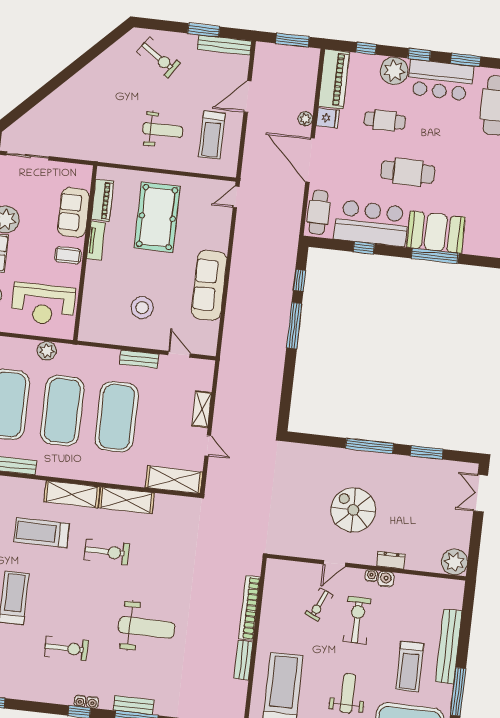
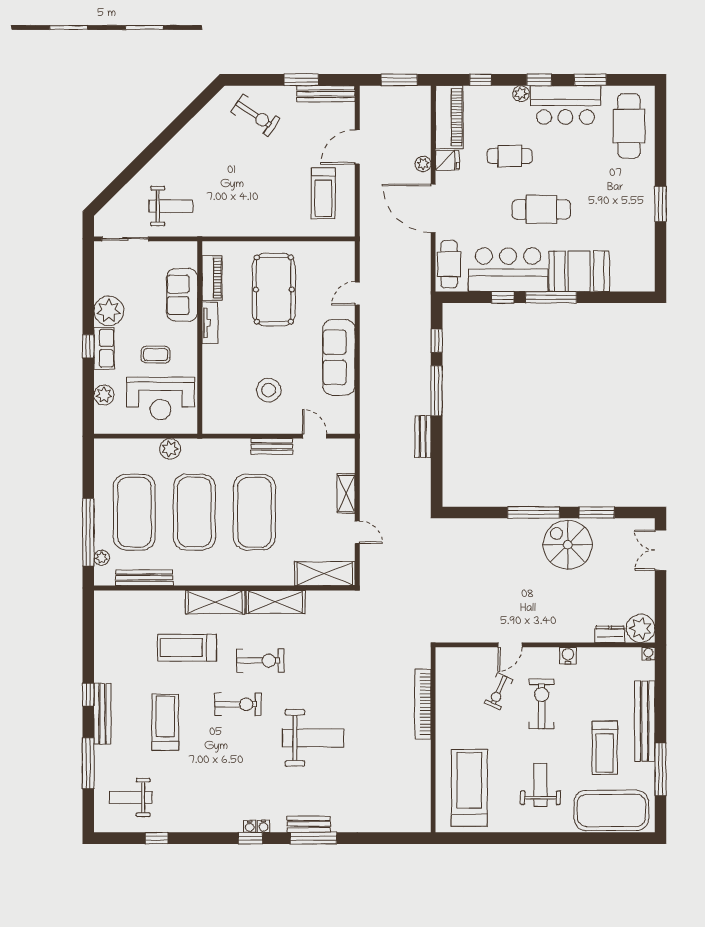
plant: (394, 71) -> (521, 94), width x0.53, depth x0.53
weight bench: (163, 130) -> (171, 206), moved
door: (236, 197) -> (357, 293), moved
coffee table: (68, 255) -> (156, 355), moved
window: (435, 256) -> (551, 297), moved
spiral stairs: (353, 510) -> (568, 545), moved
dresser: (391, 560) -> (610, 634), moved
water cooler: (371, 576) -> (648, 654), moved
exercise bike: (66, 648) -> (238, 704), moved
bench: (244, 660) -> (423, 437), moved

